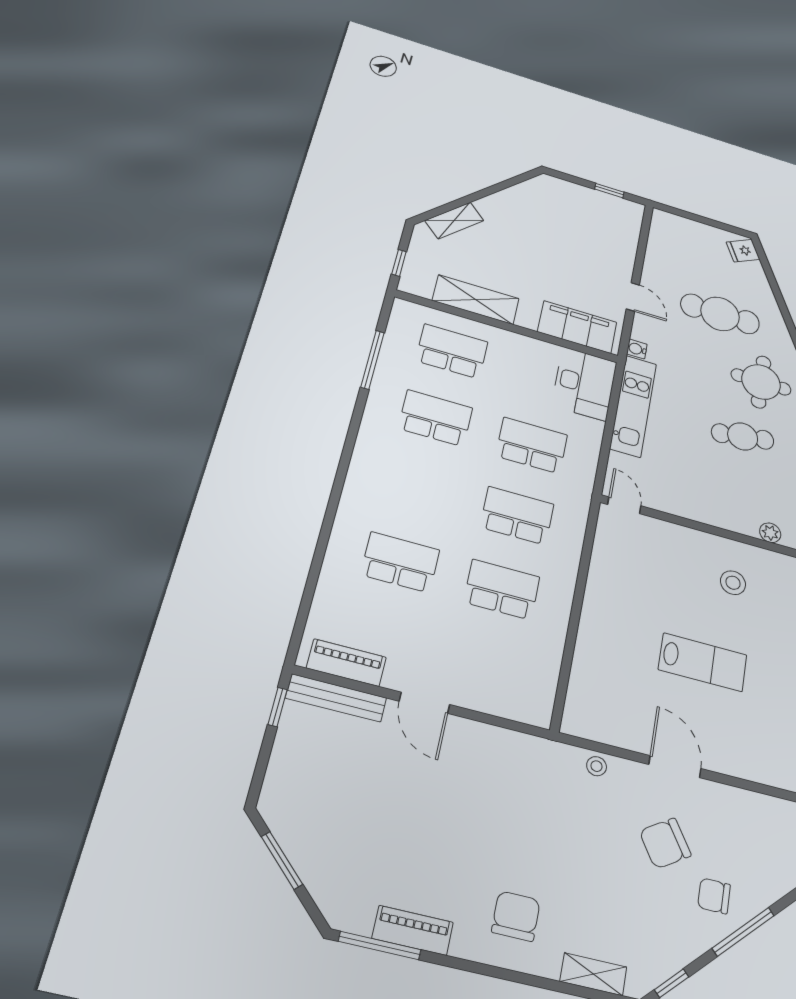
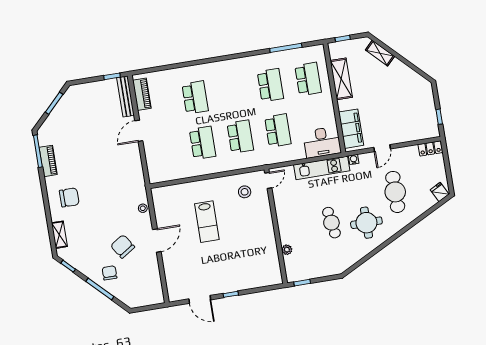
locker: (661, 229) -> (430, 148), added
stool: (733, 583) -> (245, 192), moved
lab bench: (703, 662) -> (207, 222), moved

